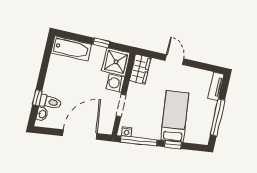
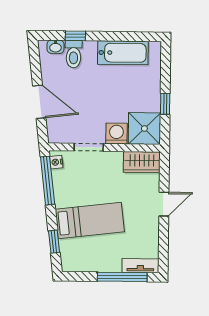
bathtub: (71, 48) -> (123, 53), moved, turned -90
window: (218, 117) -> (122, 277), moved
door: (80, 135) -> (39, 102), width x0.73
window: (173, 145) -> (54, 242), moved

